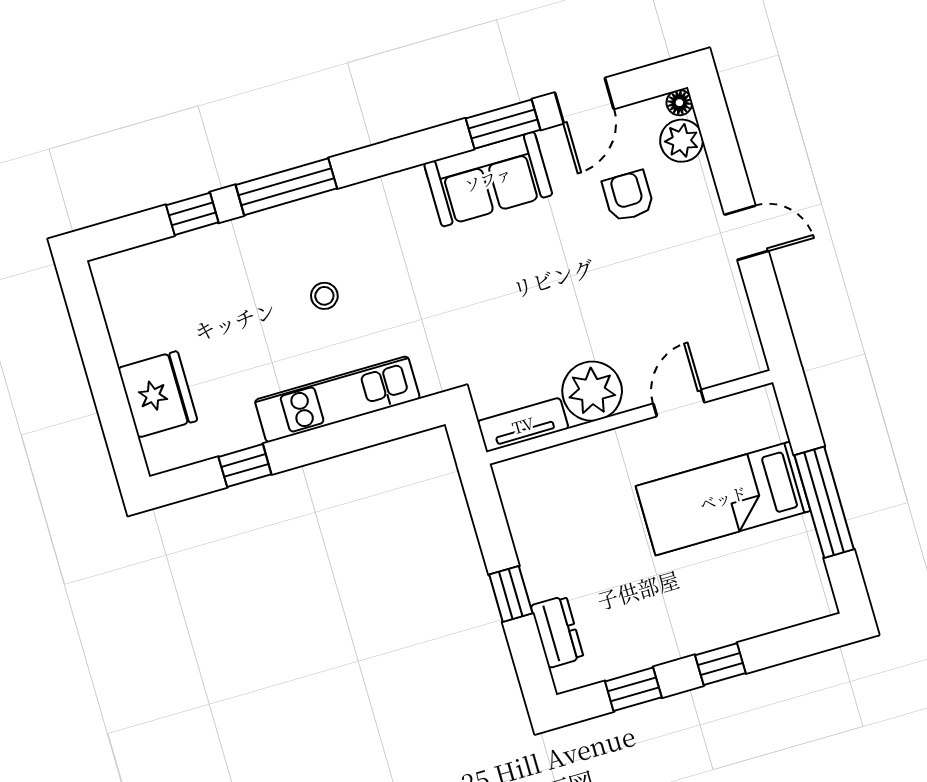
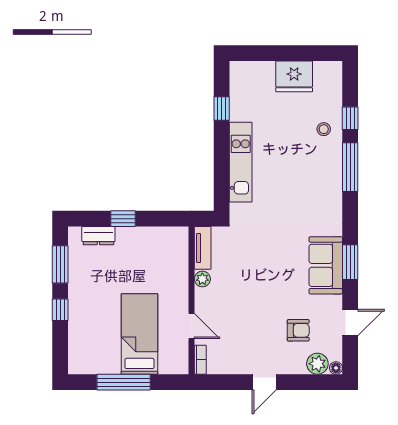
door: (584, 101) -> (350, 322), swing flipped
window: (503, 124) -> (350, 262), moved
stool: (324, 296) -> (324, 129), moved
bookcase: (739, 368) -> (200, 360), added
plant: (592, 391) -> (202, 279), width x0.53, depth x0.53
fridge: (158, 394) -> (294, 76), moved
window: (633, 689) -> (60, 264), width x1.50

